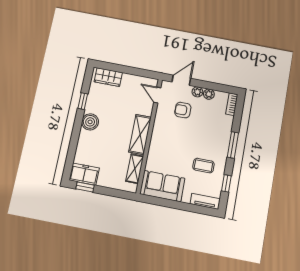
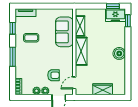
wardrobe: (108, 77) -> (103, 89), moved
door: (157, 95) -> (74, 83), swing flipped
window: (83, 101) -> (128, 21), moved
sofa: (162, 186) -> (64, 32), moved, turned 90

